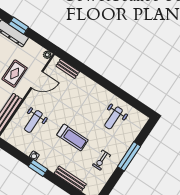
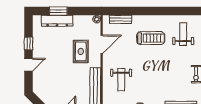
weight bench: (114, 118) -> (183, 34), turned 180
treadmill: (72, 137) -> (151, 38), moved

